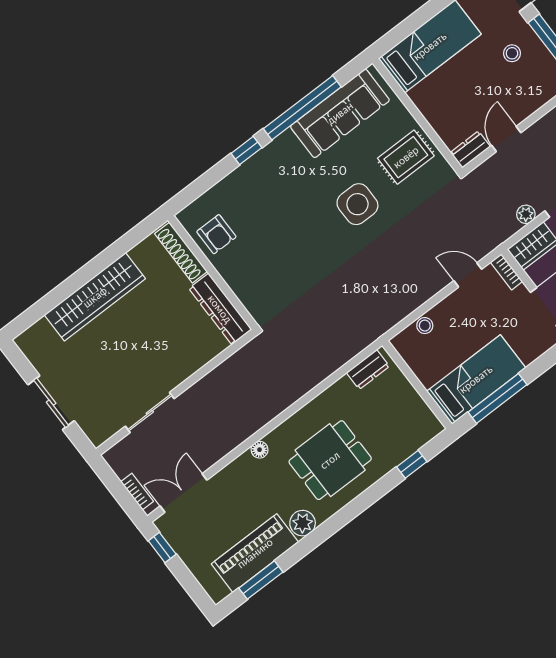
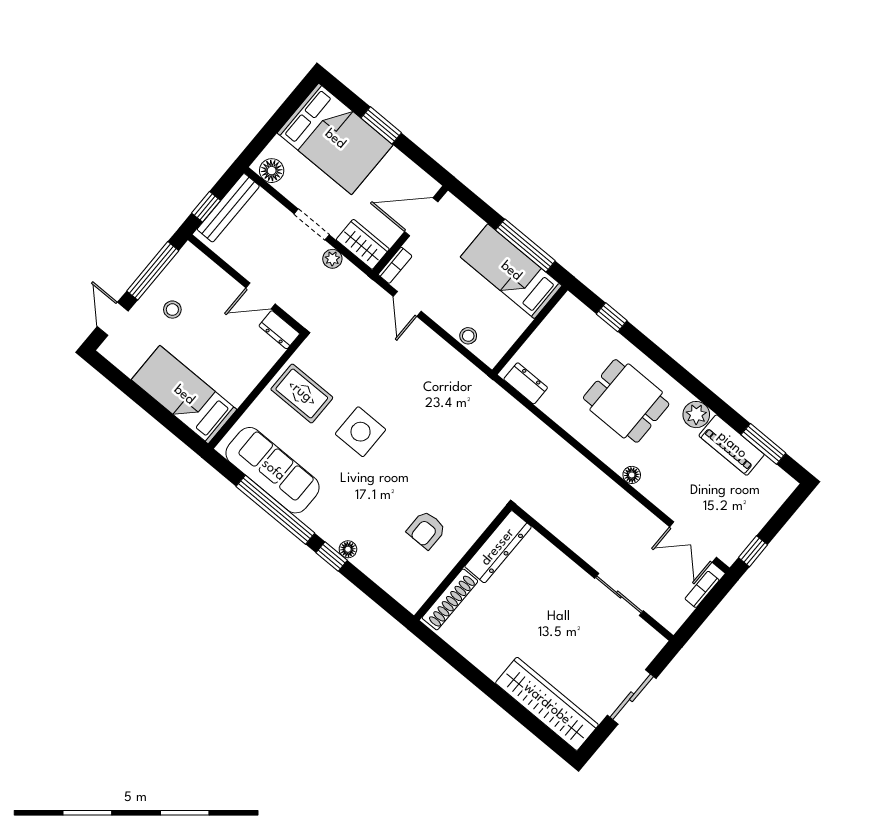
floor lamp: (250, 167) -> (348, 549), added
armchair: (216, 234) -> (426, 530), moved, turned 180
wardrobe: (95, 297) -> (547, 704), moved
piano: (255, 553) -> (732, 445), width x0.73, depth x0.75

